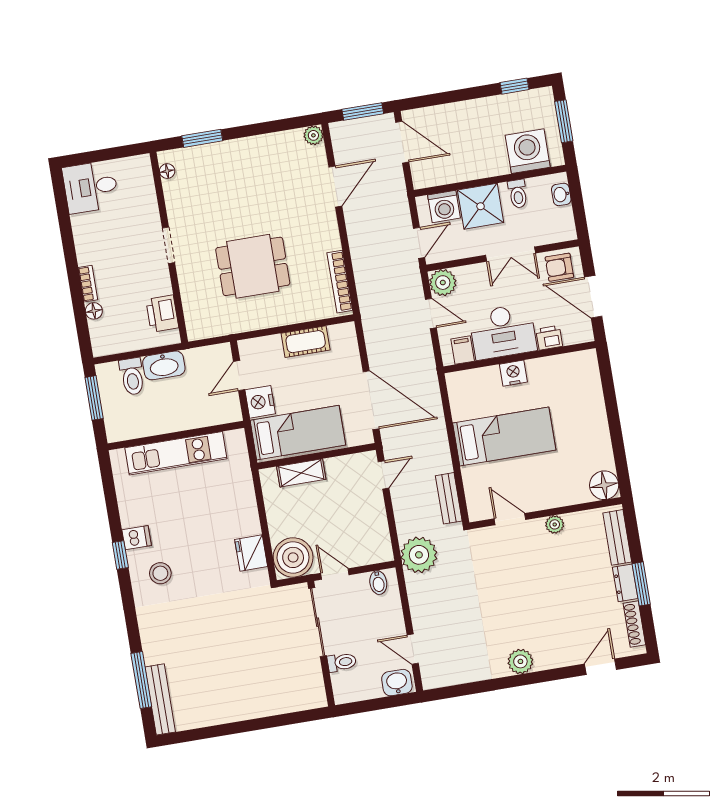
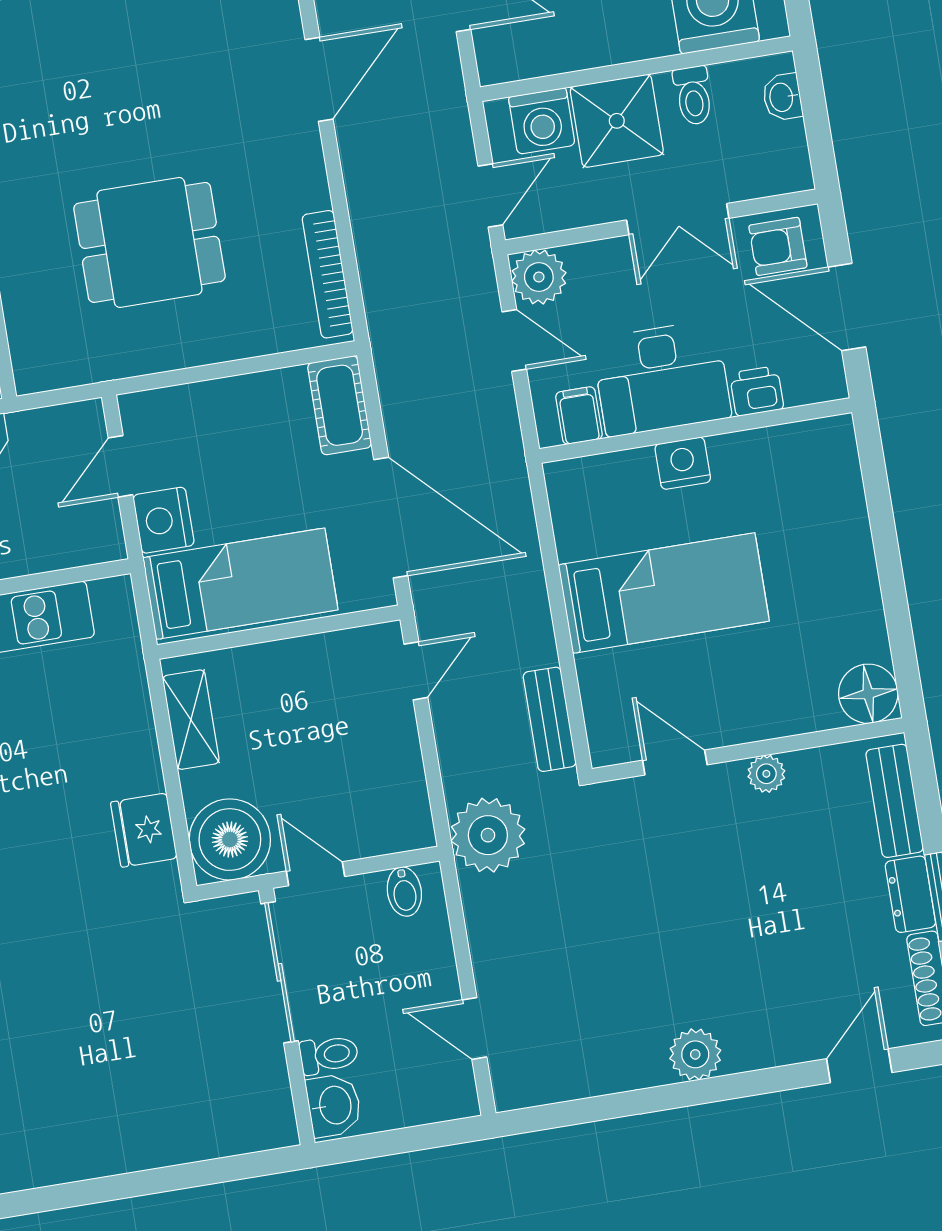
cot: (306, 342) -> (340, 405), moved, turned 90
shelving: (301, 473) -> (191, 720), moved, turned 90
washbasin: (397, 683) -> (334, 1105), moved, turned 90

